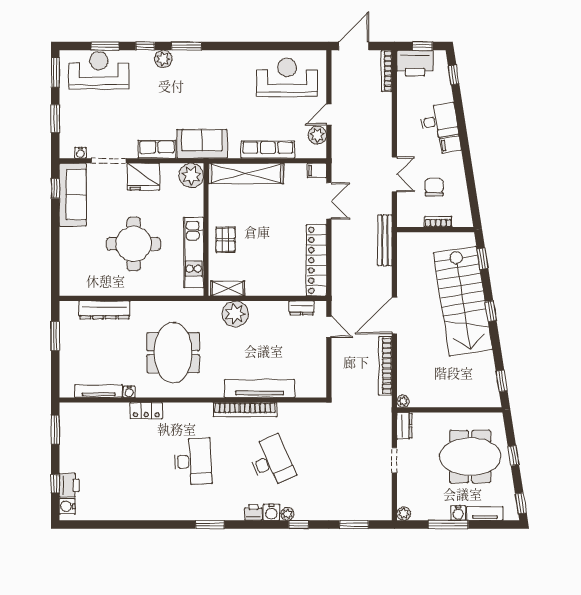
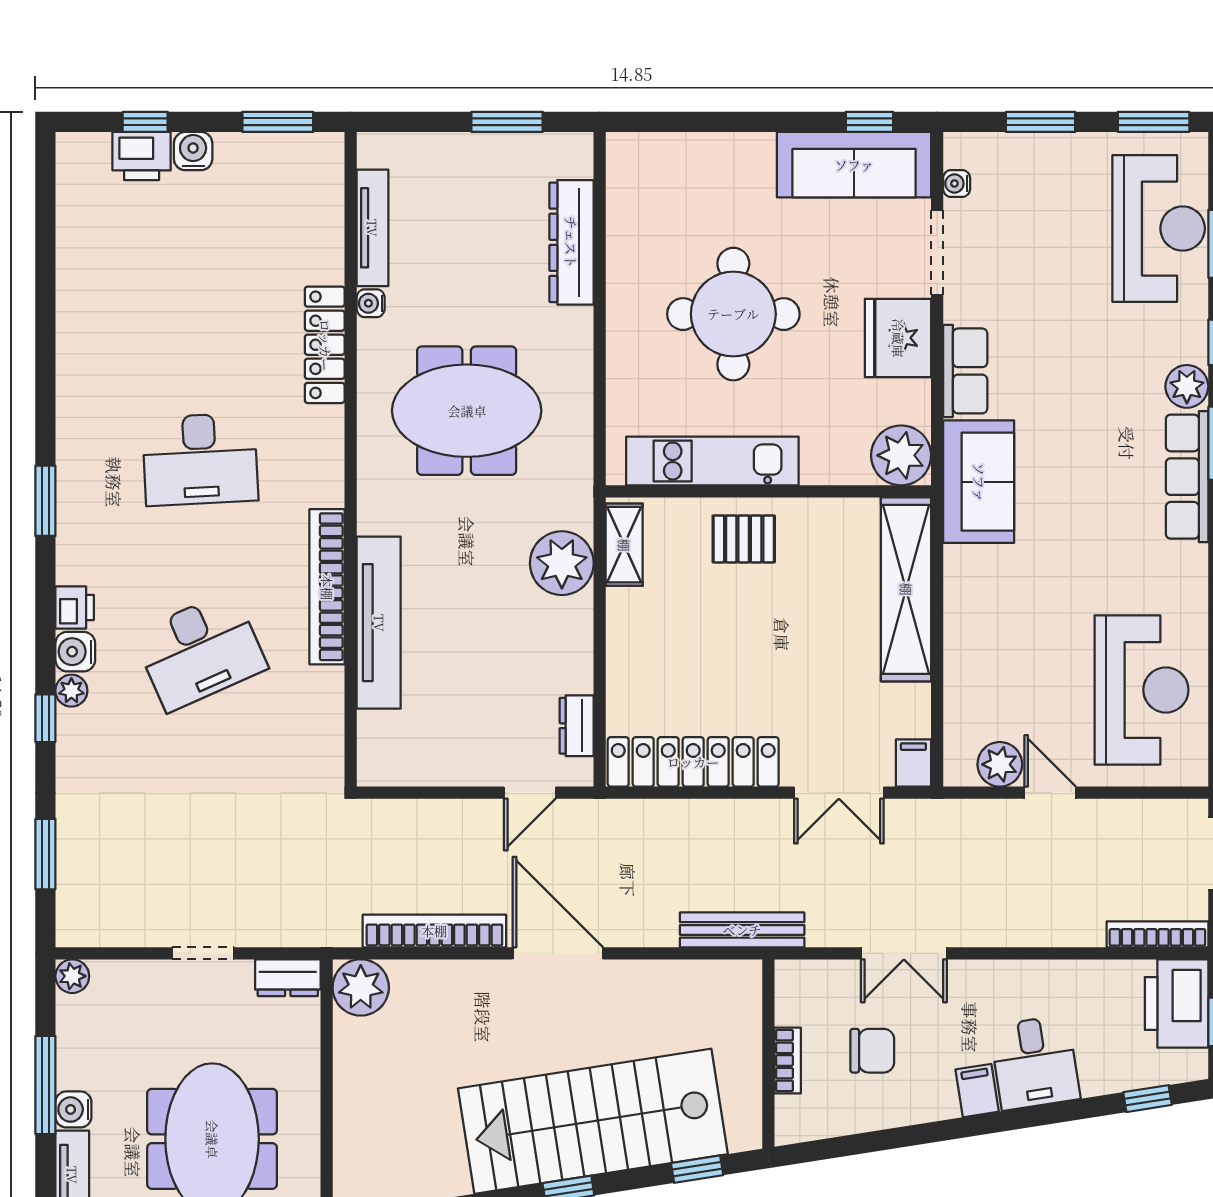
row of seats: (268, 150) -> (1187, 477), moved, turned 180
plant: (403, 401) -> (361, 987), width x1.88, depth x1.88
locker: (146, 411) -> (325, 345), width x1.53
water cooler: (67, 506) -> (193, 151), moved

